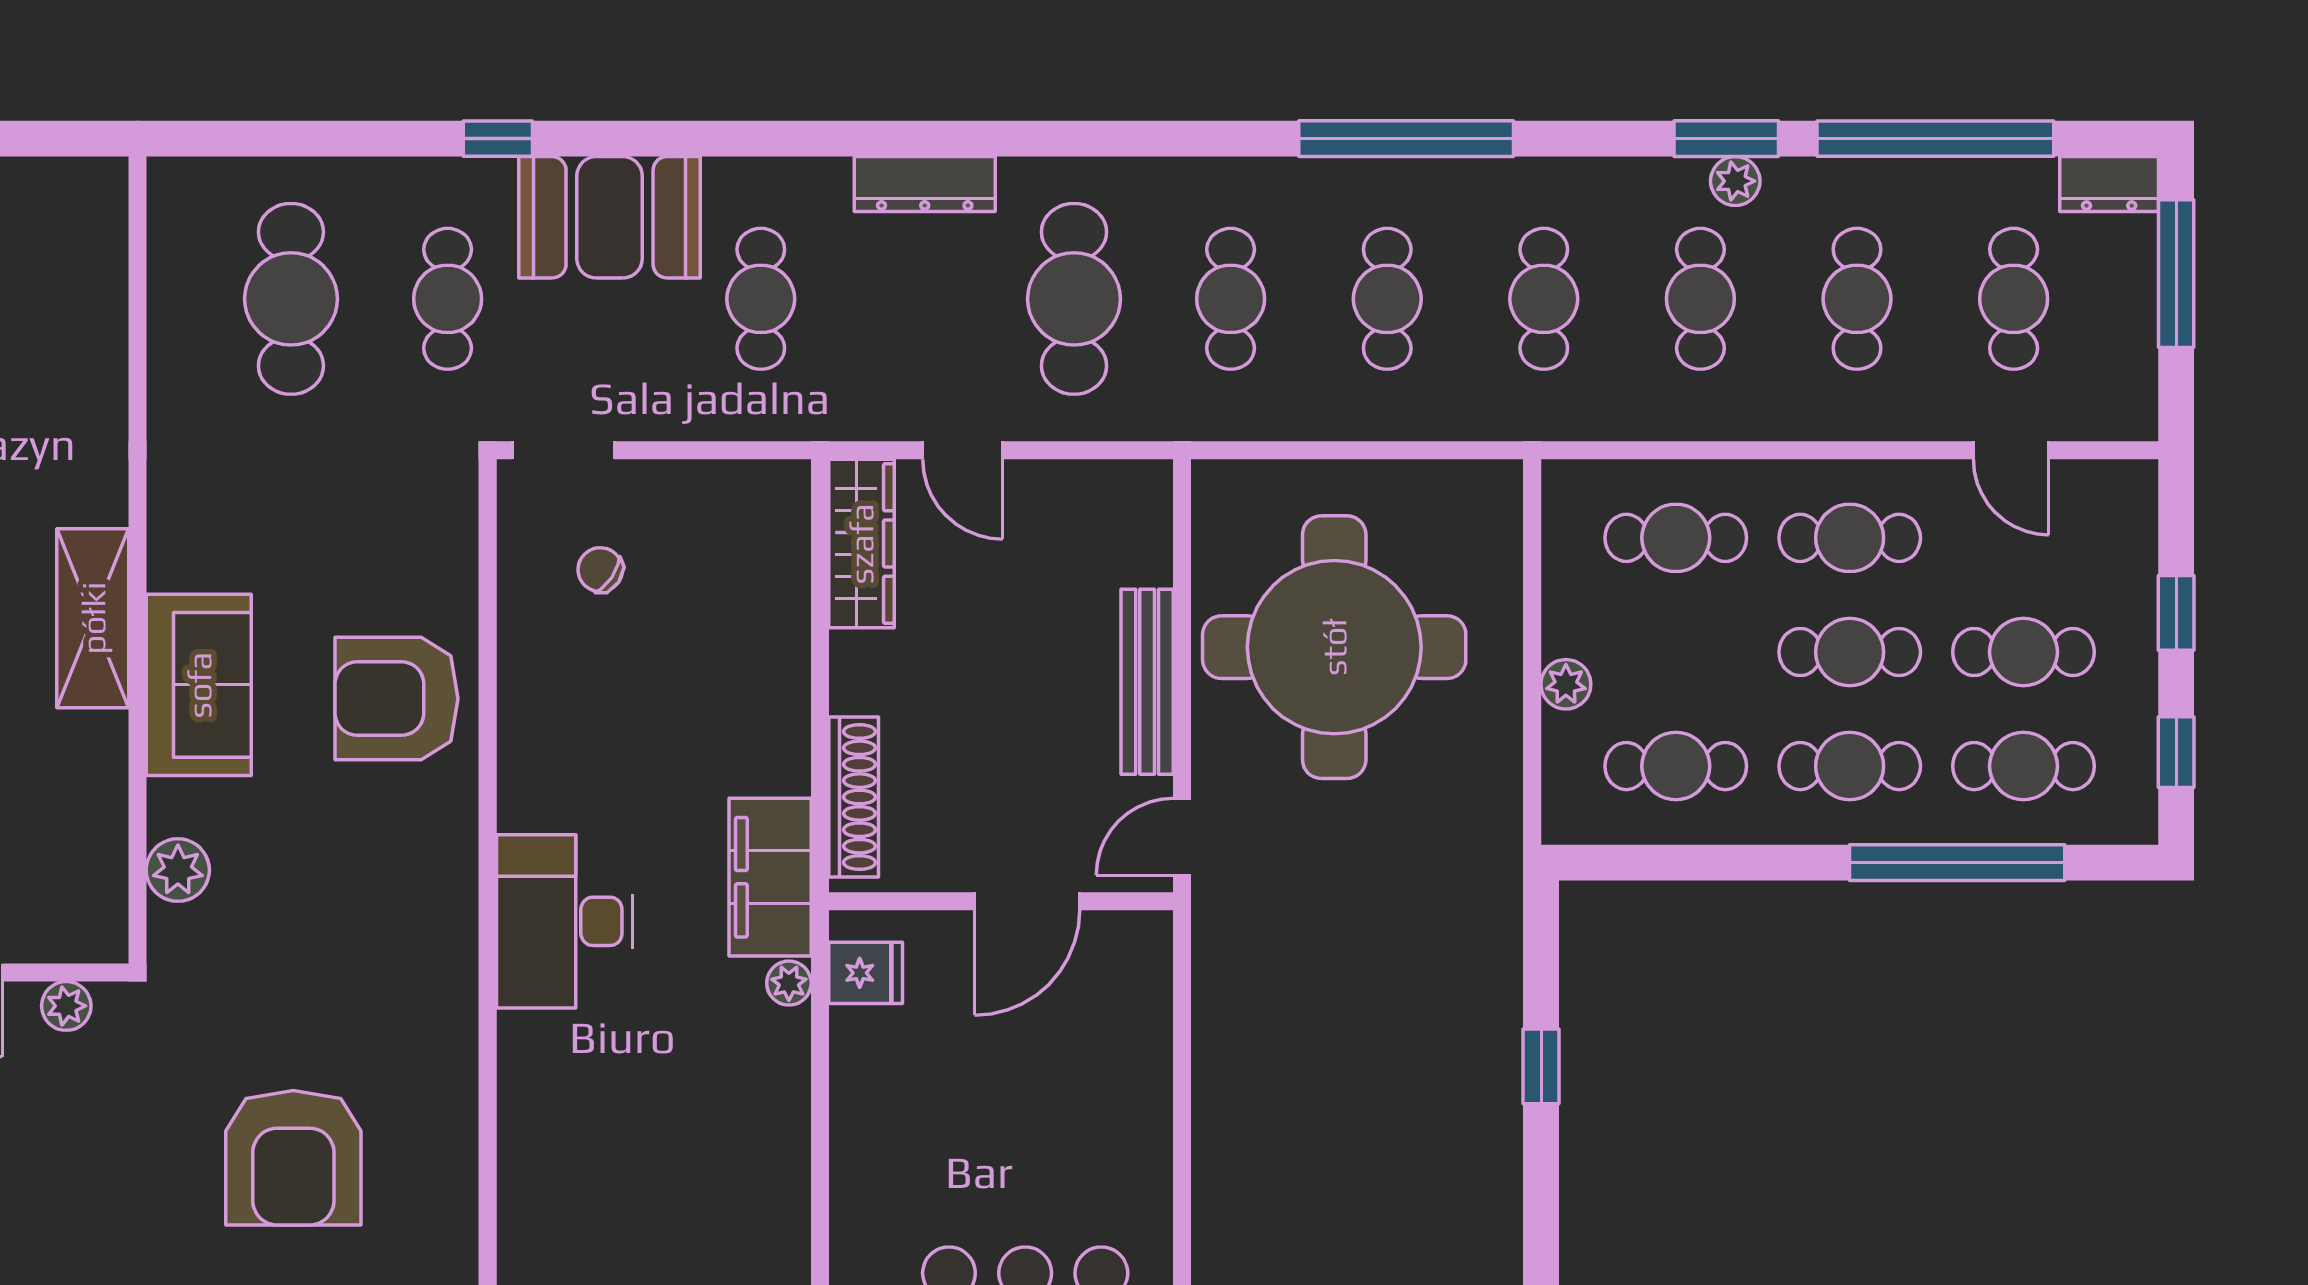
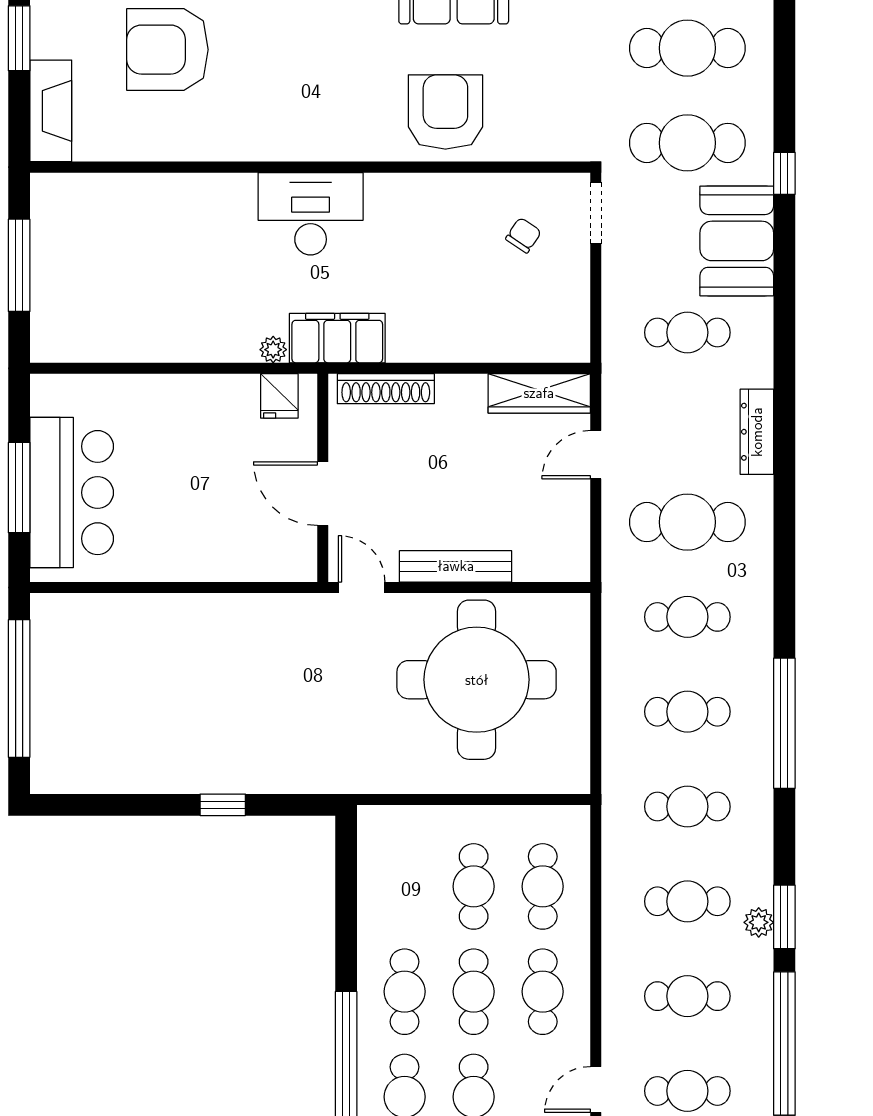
cafe table: (448, 299) -> (687, 143), width x1.37, depth x1.35
plant: (1566, 684) -> (454, 820), removed
cafe table: (1676, 766) -> (474, 886), moved

